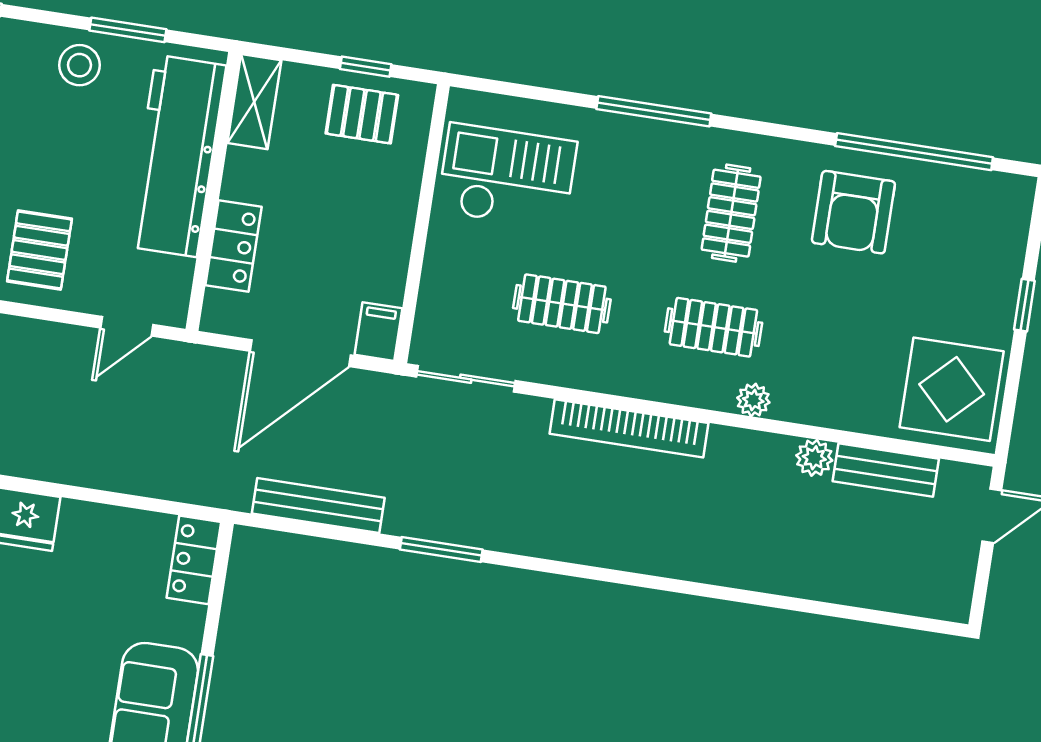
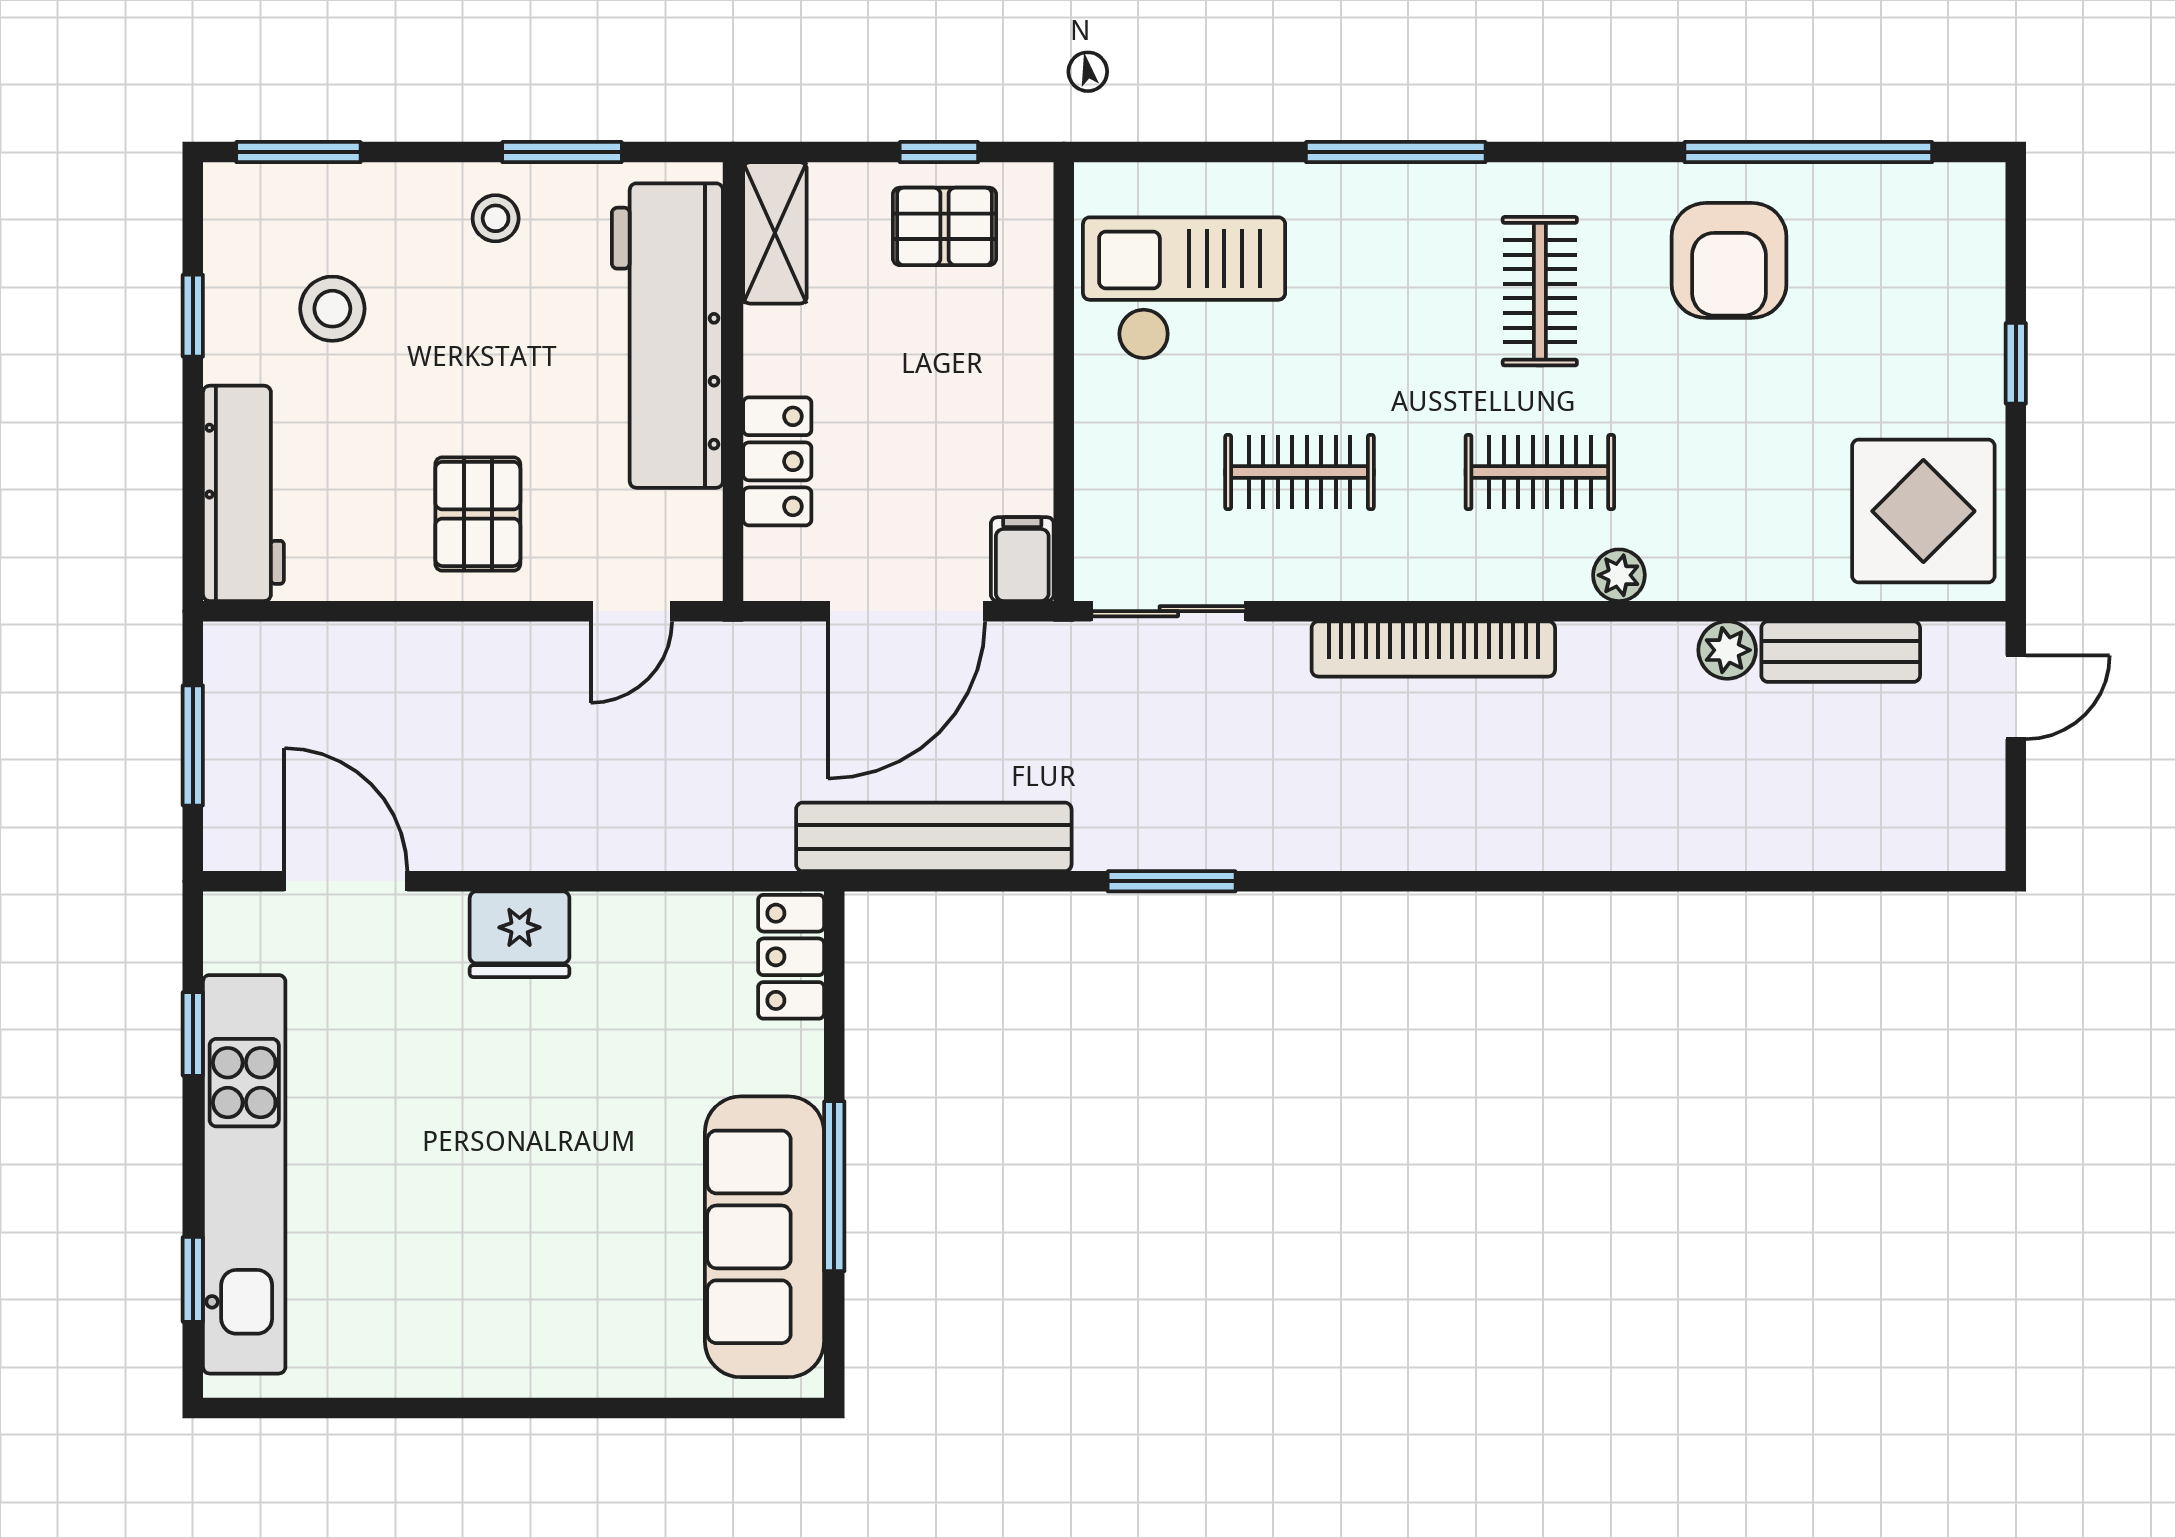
stool: (79, 65) -> (496, 218), width x0.73, depth x0.73
bench: (318, 506) -> (934, 837), width x1.37, depth x1.21

